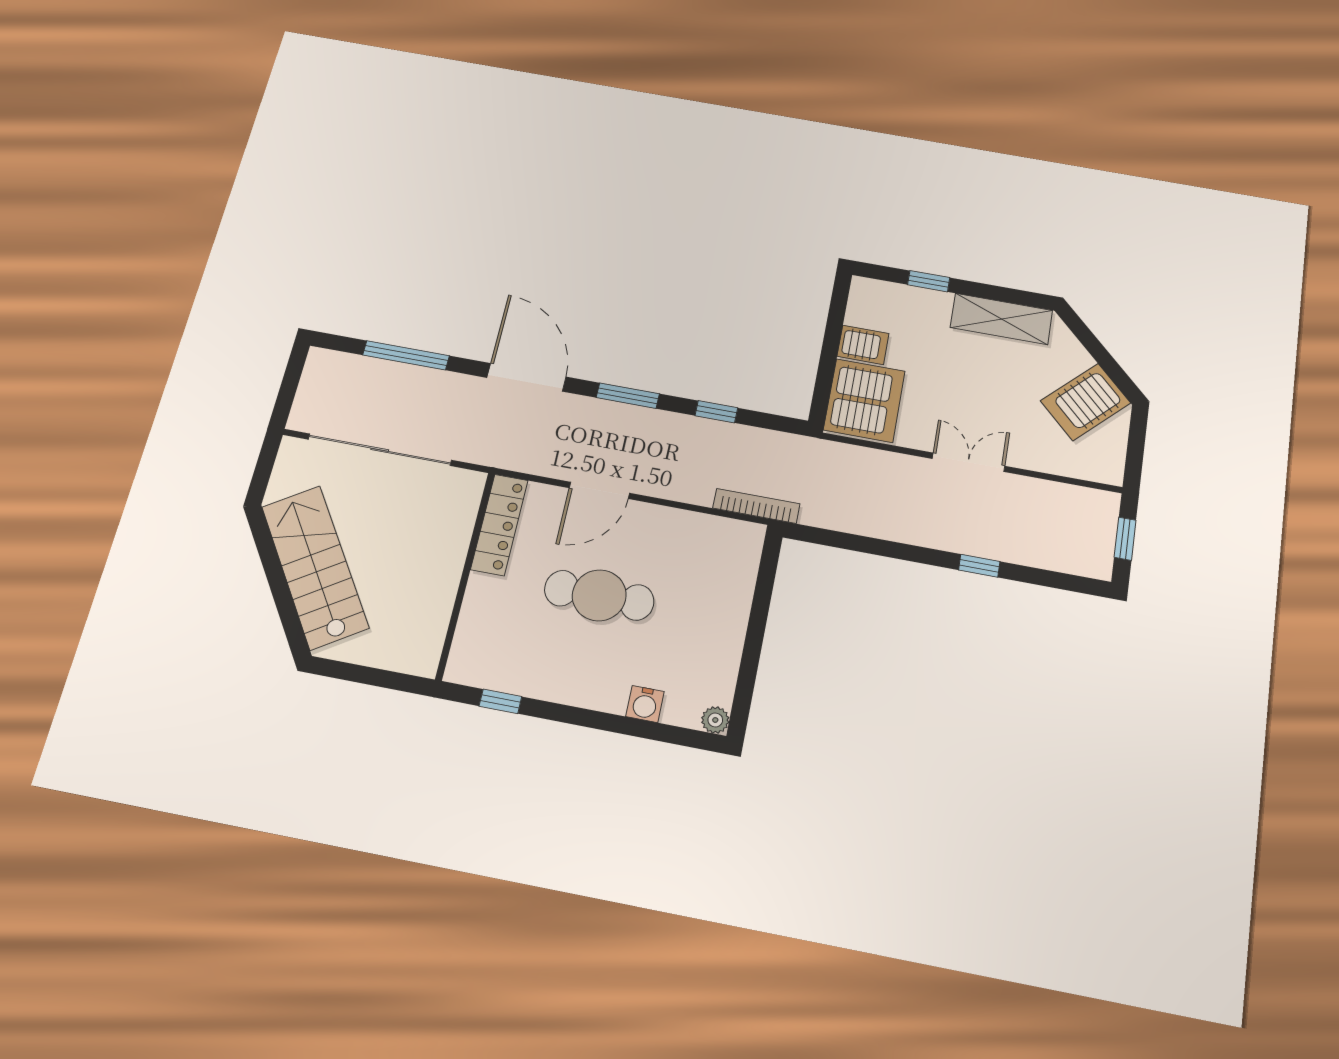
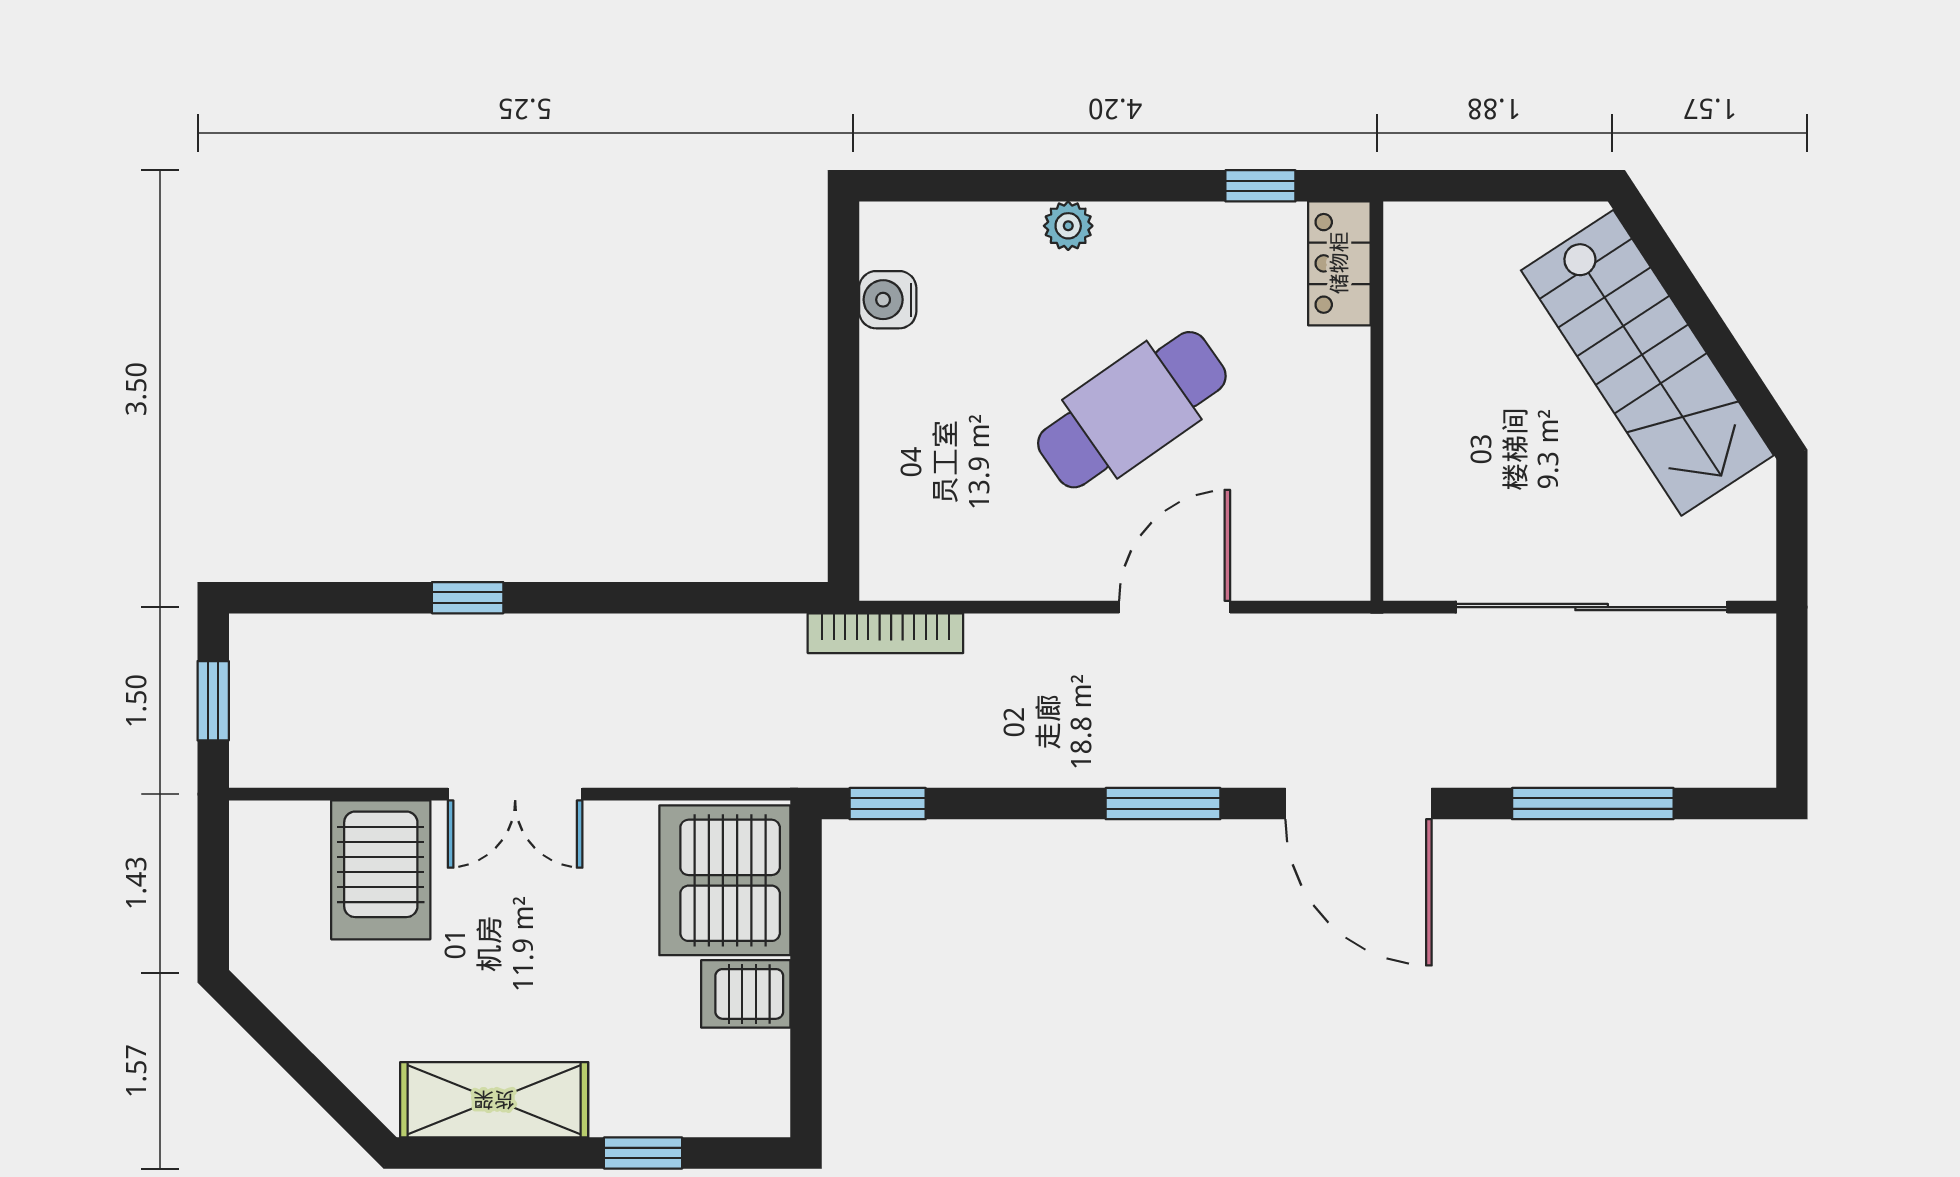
server rack: (1086, 402) -> (381, 870), moved, turned 135
window: (716, 412) -> (888, 804), moved
locker: (499, 525) -> (1339, 263), moved, width x0.66
cafe table: (599, 595) -> (1132, 410), turned -35
water cooler: (645, 704) -> (888, 300), moved, turned -90
plant: (715, 720) -> (1068, 226), moved

